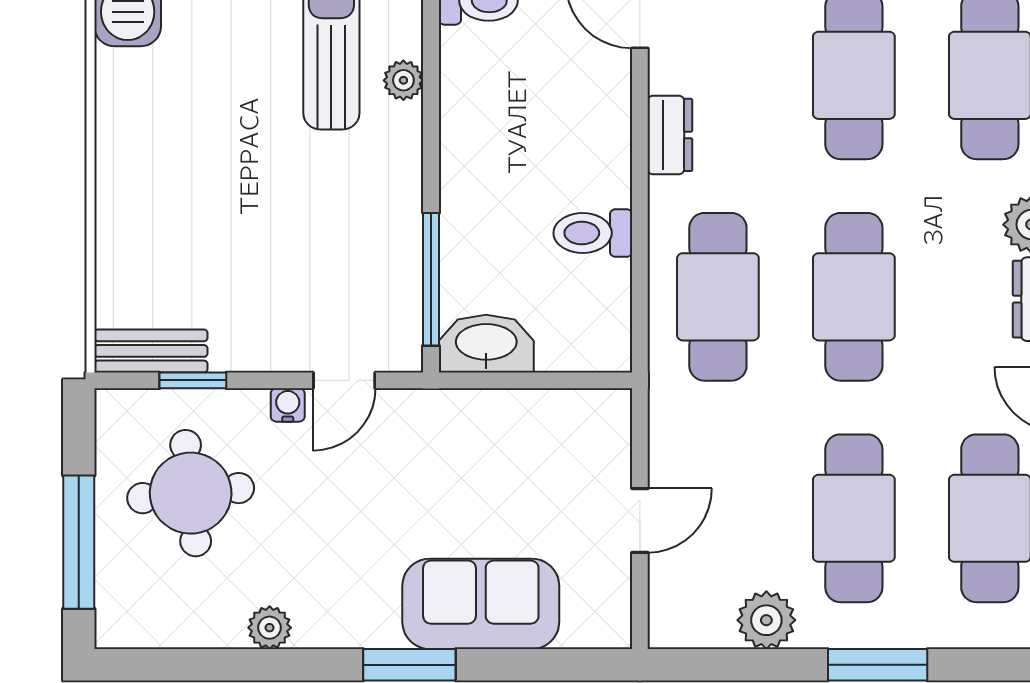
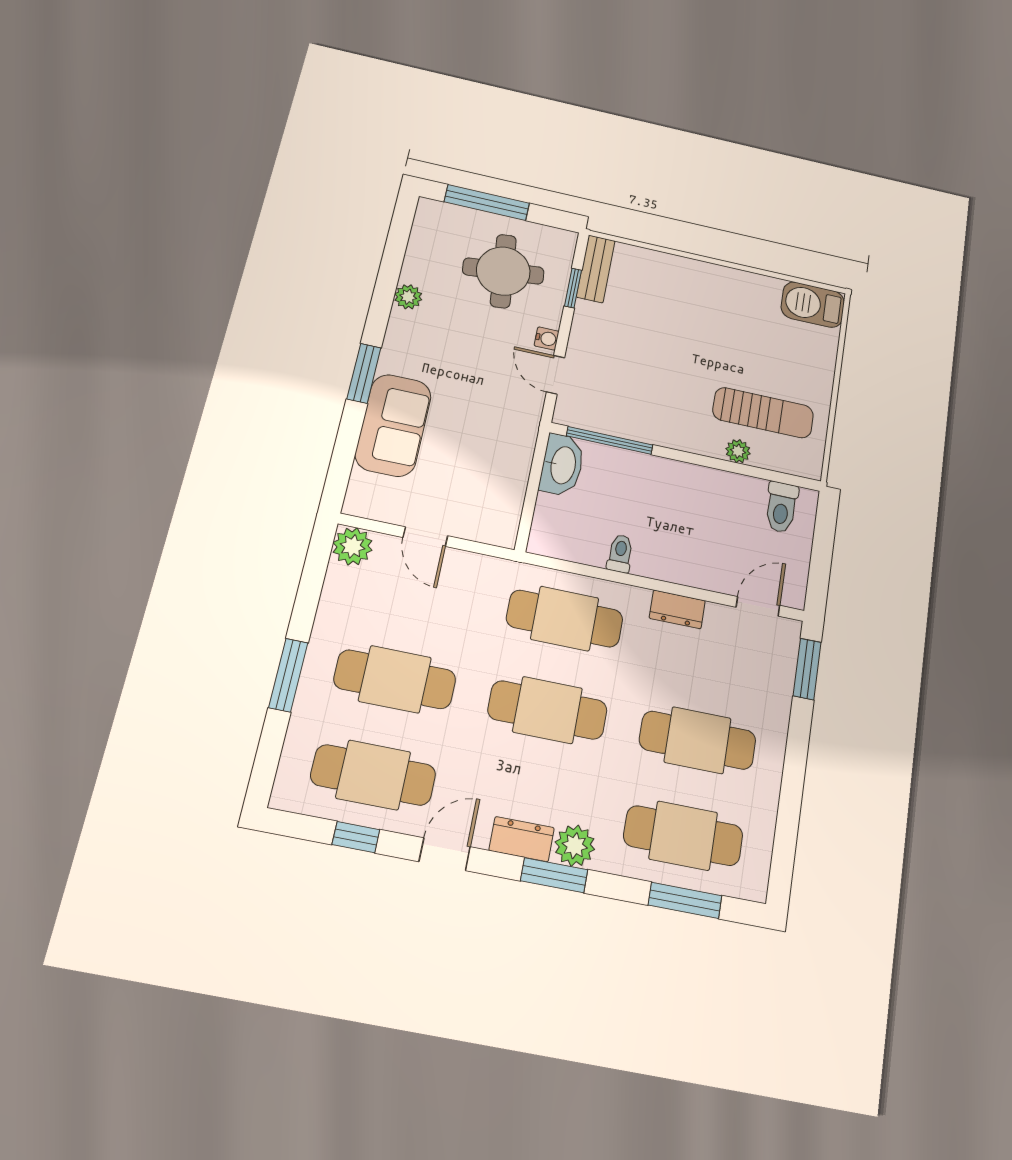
toilet: (593, 233) -> (620, 553), width x0.73, depth x0.72
plant: (766, 620) -> (353, 546), moved

